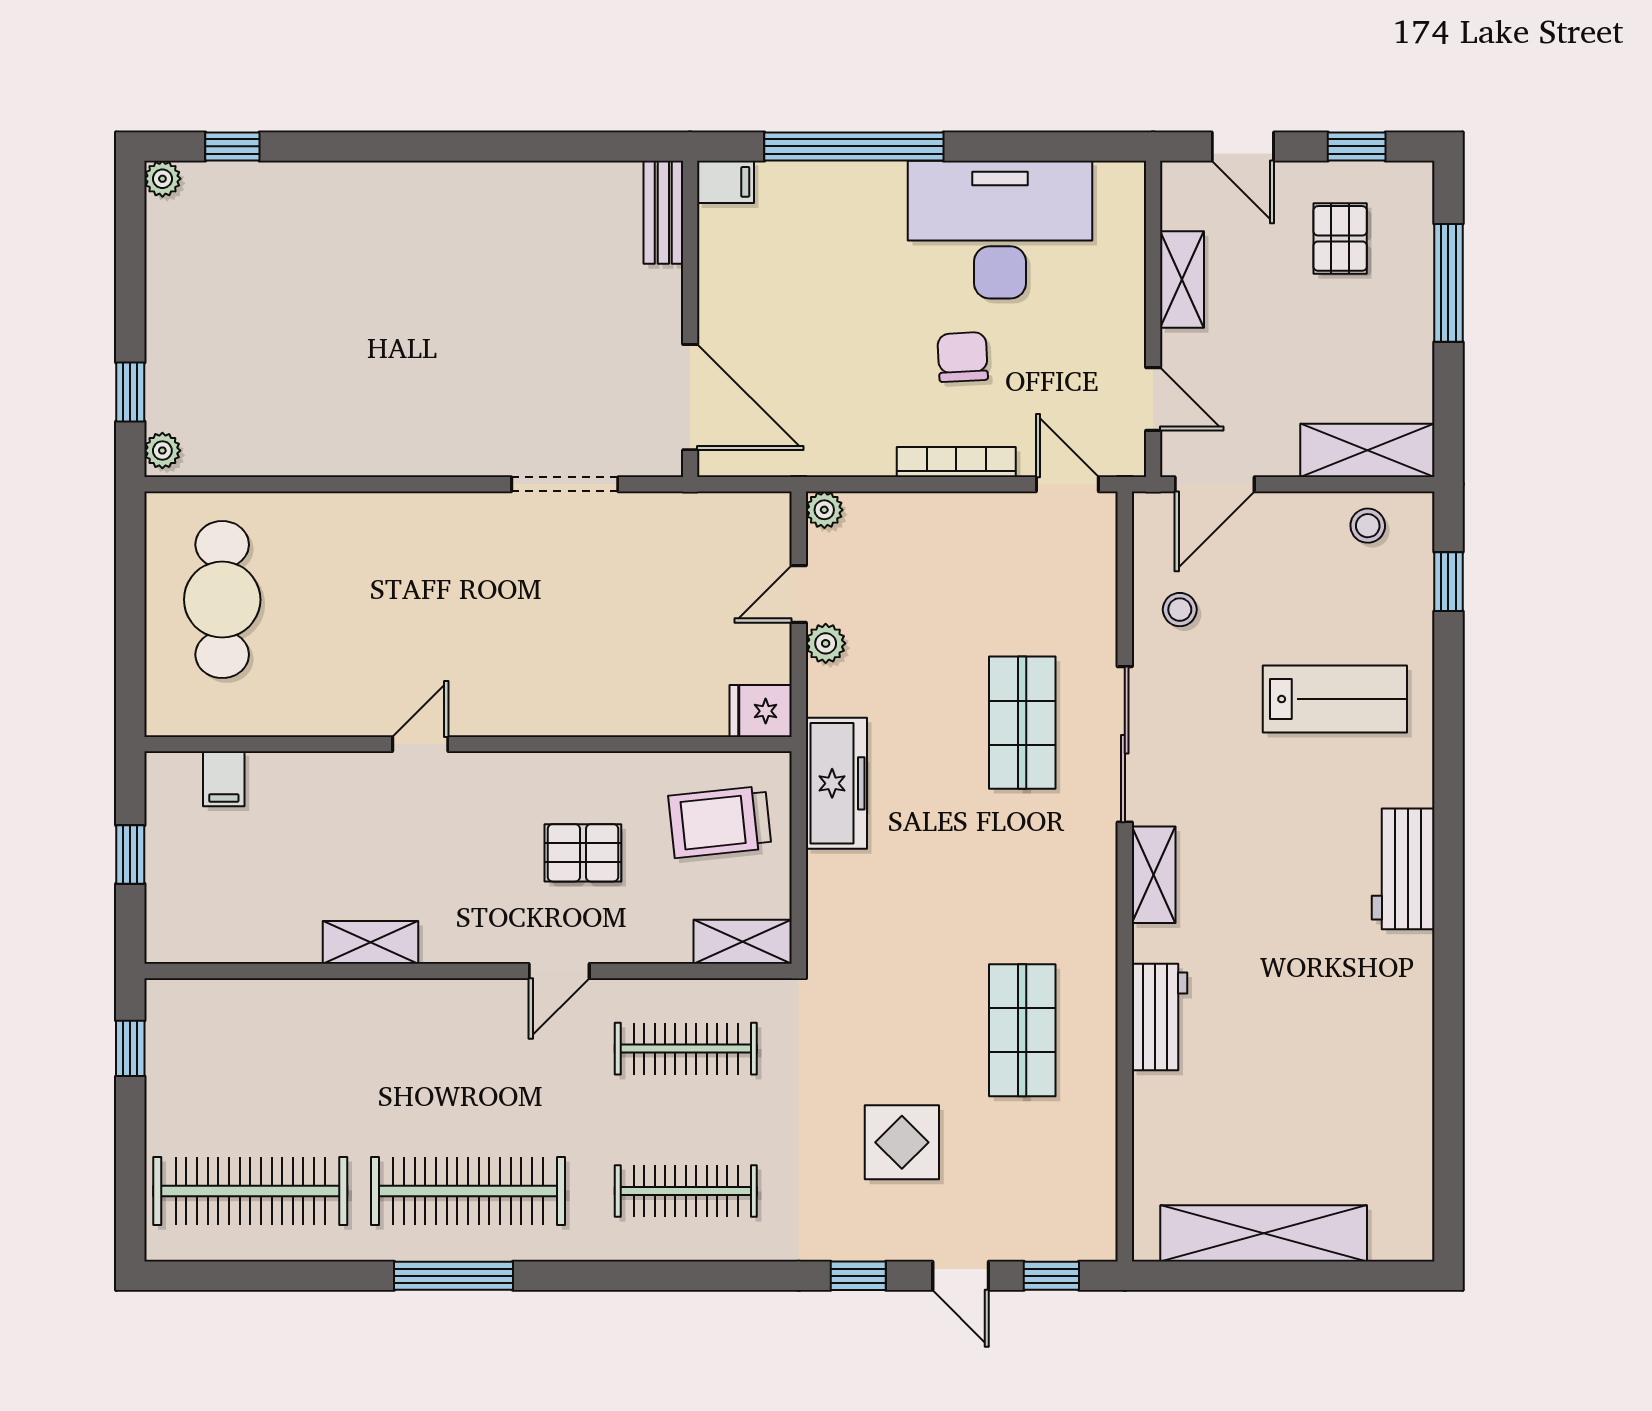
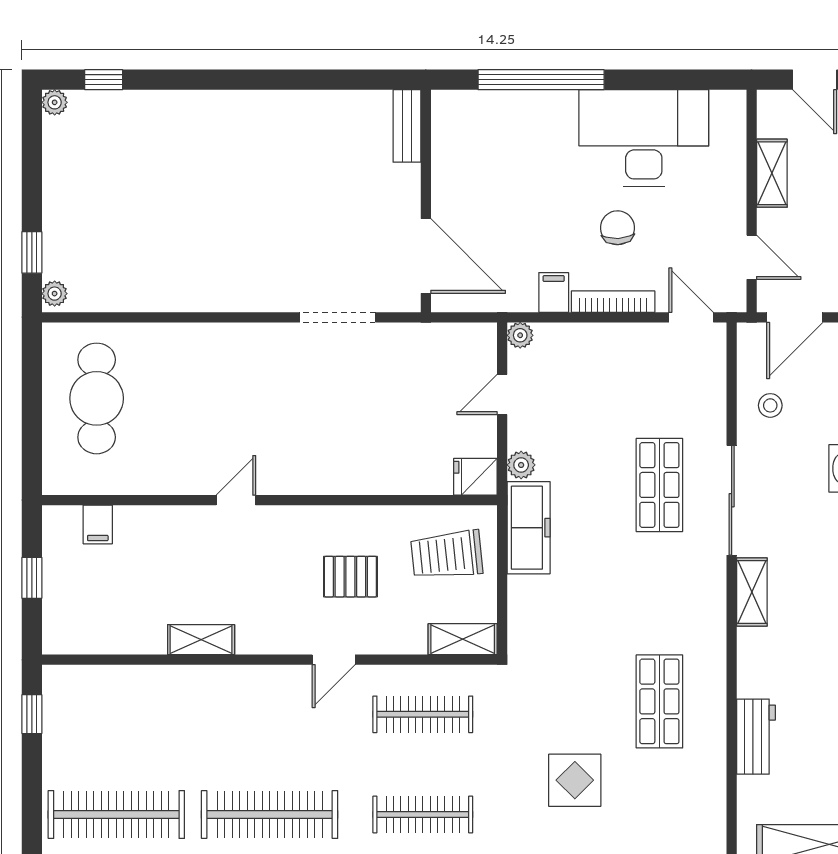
filing cabinet: (725, 182) -> (554, 292), moved, turned -90
plant: (826, 643) -> (521, 465), moved
workbench: (1159, 1017) -> (756, 737), moved

